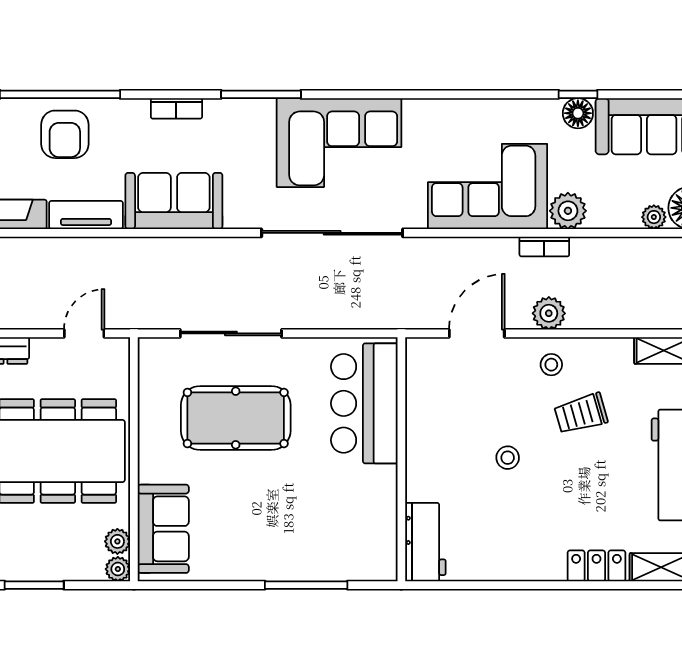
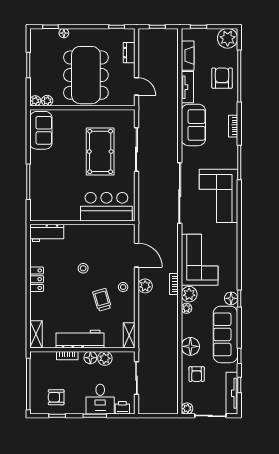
armchair: (65, 134) -> (222, 78), turned 90
plant: (654, 217) -> (186, 308), moved
sofa: (163, 529) -> (41, 130), moved, turned -90
locker: (596, 566) -> (37, 279), moved

